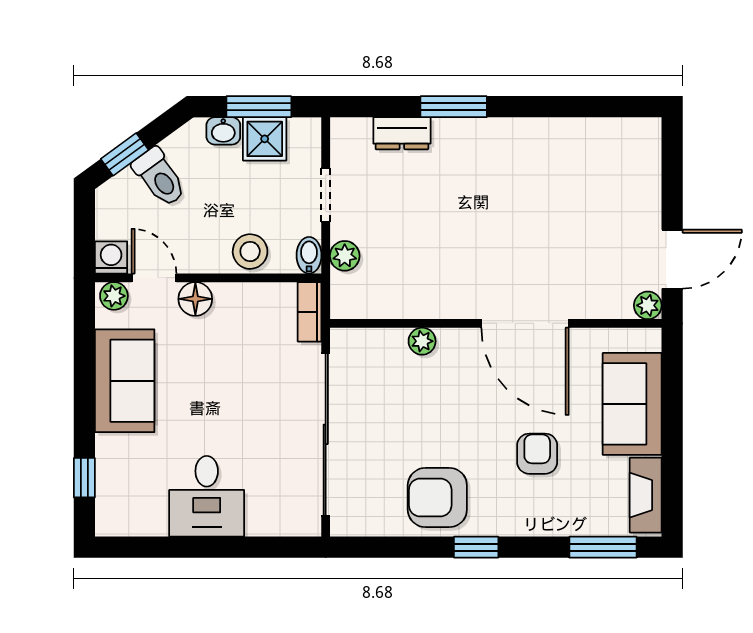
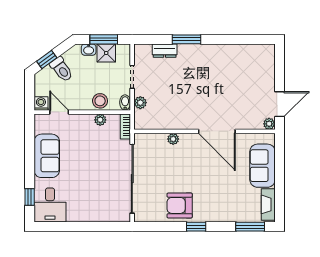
plant: (114, 296) -> (100, 120), moved
floor lamp: (195, 299) -> (77, 121), removed
armchair: (537, 454) -> (222, 187), removed
desk: (207, 496) -> (50, 205), moved

